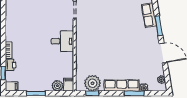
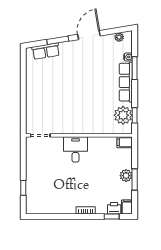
printer: (11, 65) -> (114, 208), moved
plant: (57, 86) -> (126, 176), moved

